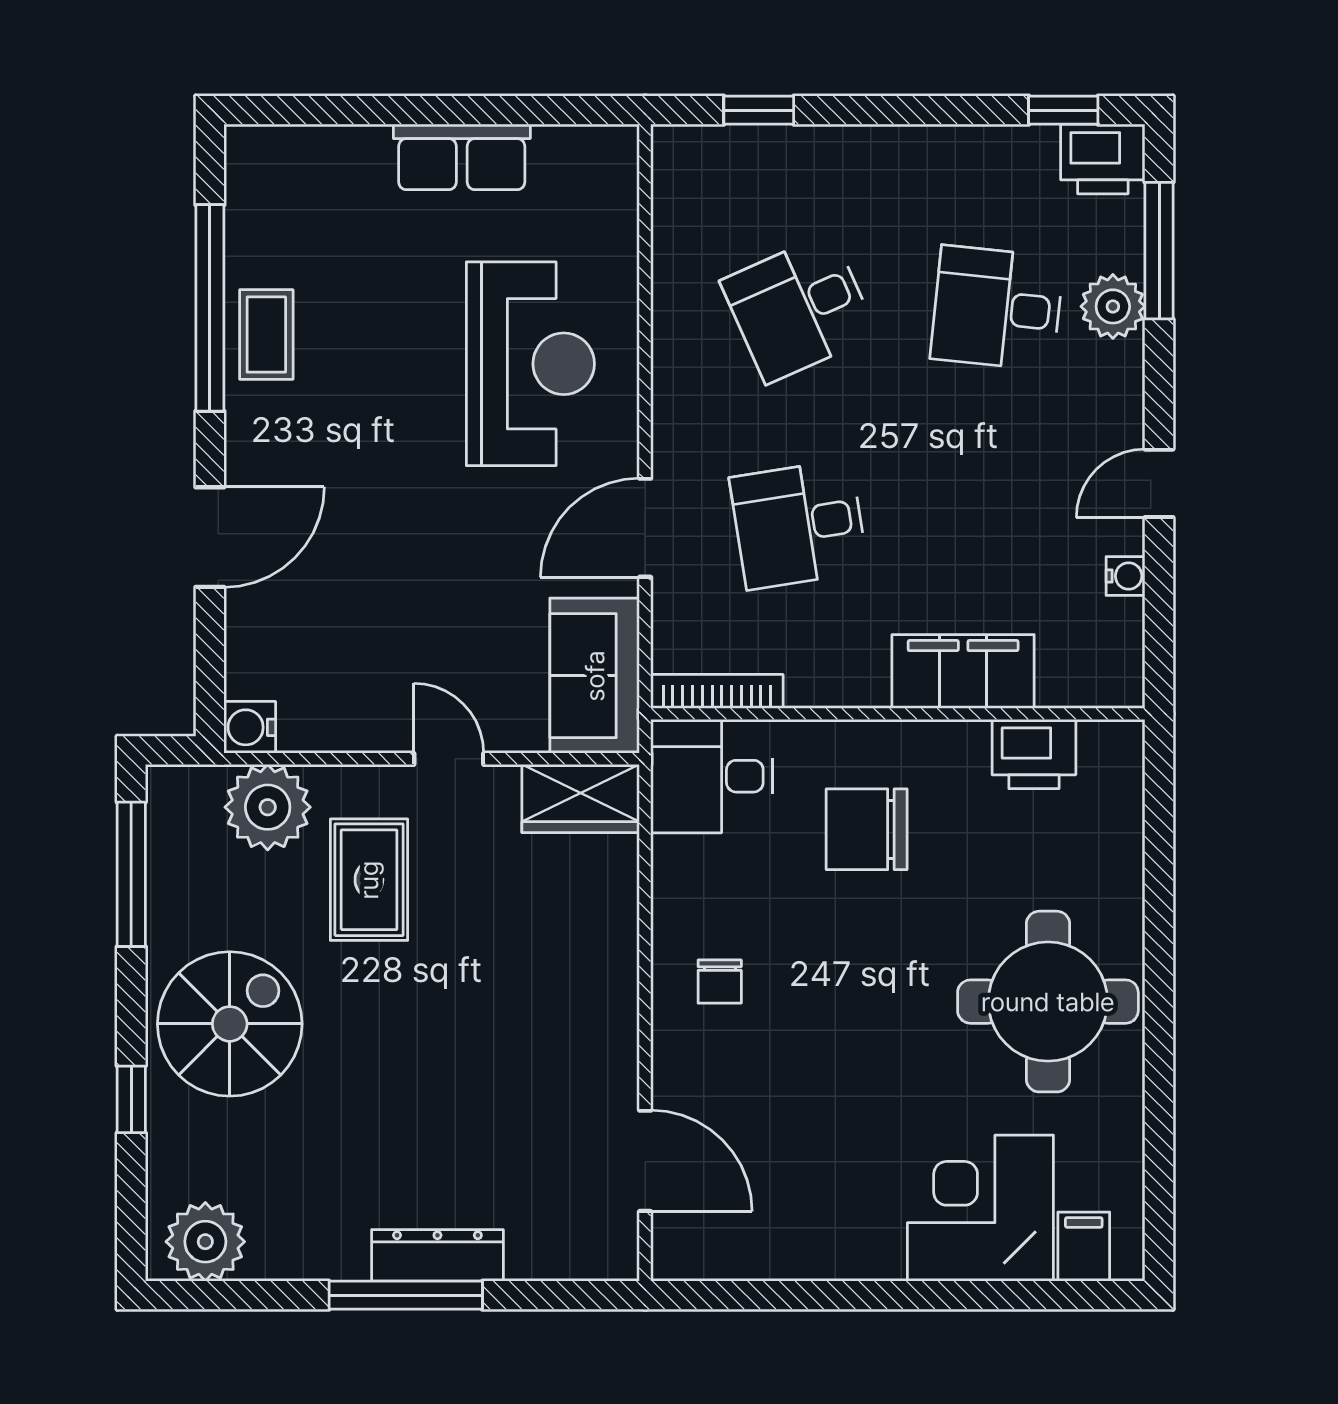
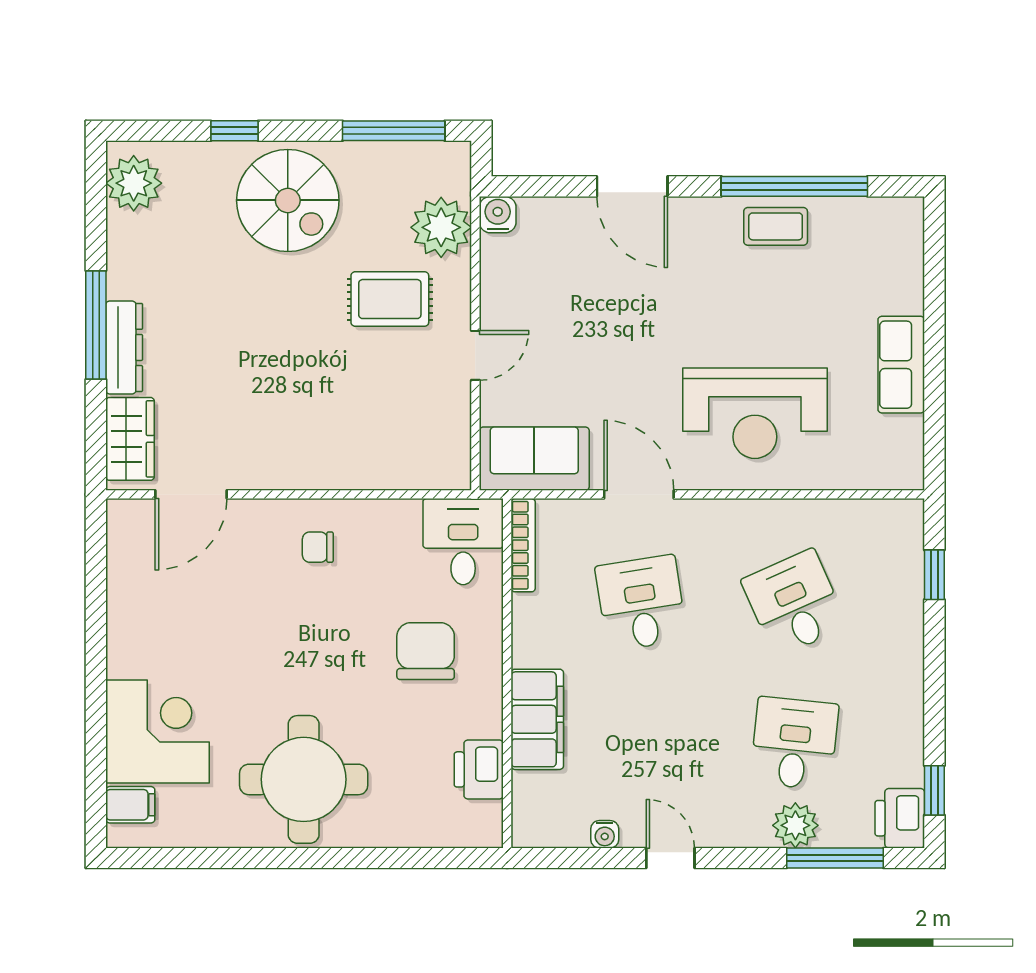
wardrobe: (581, 799) -> (130, 439), moved, turned 180

